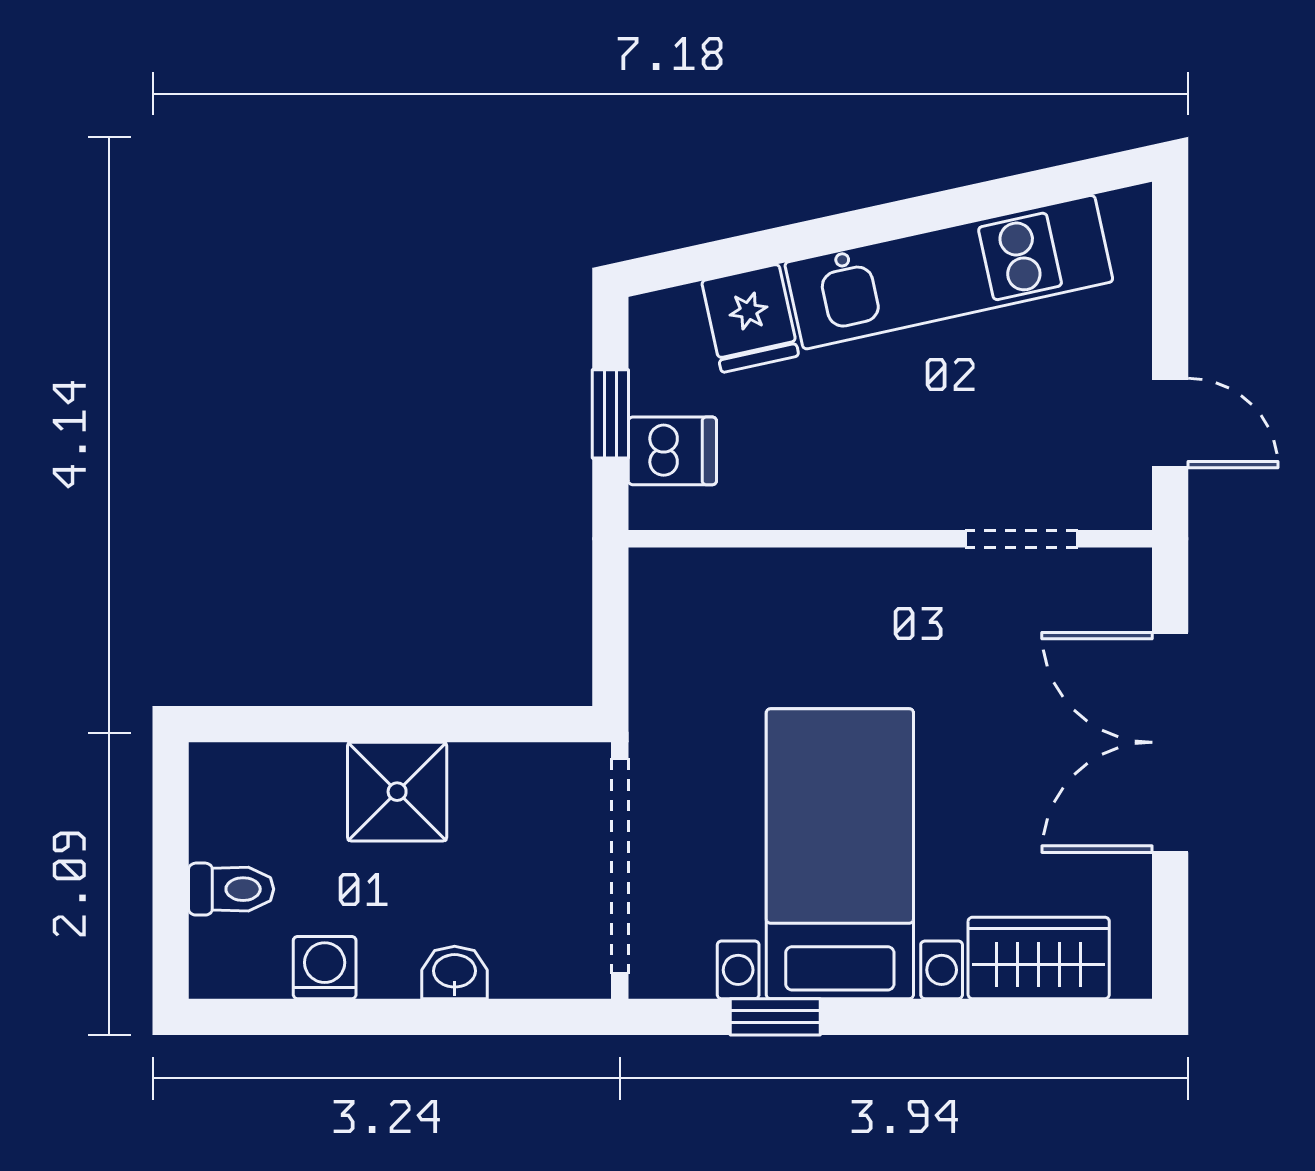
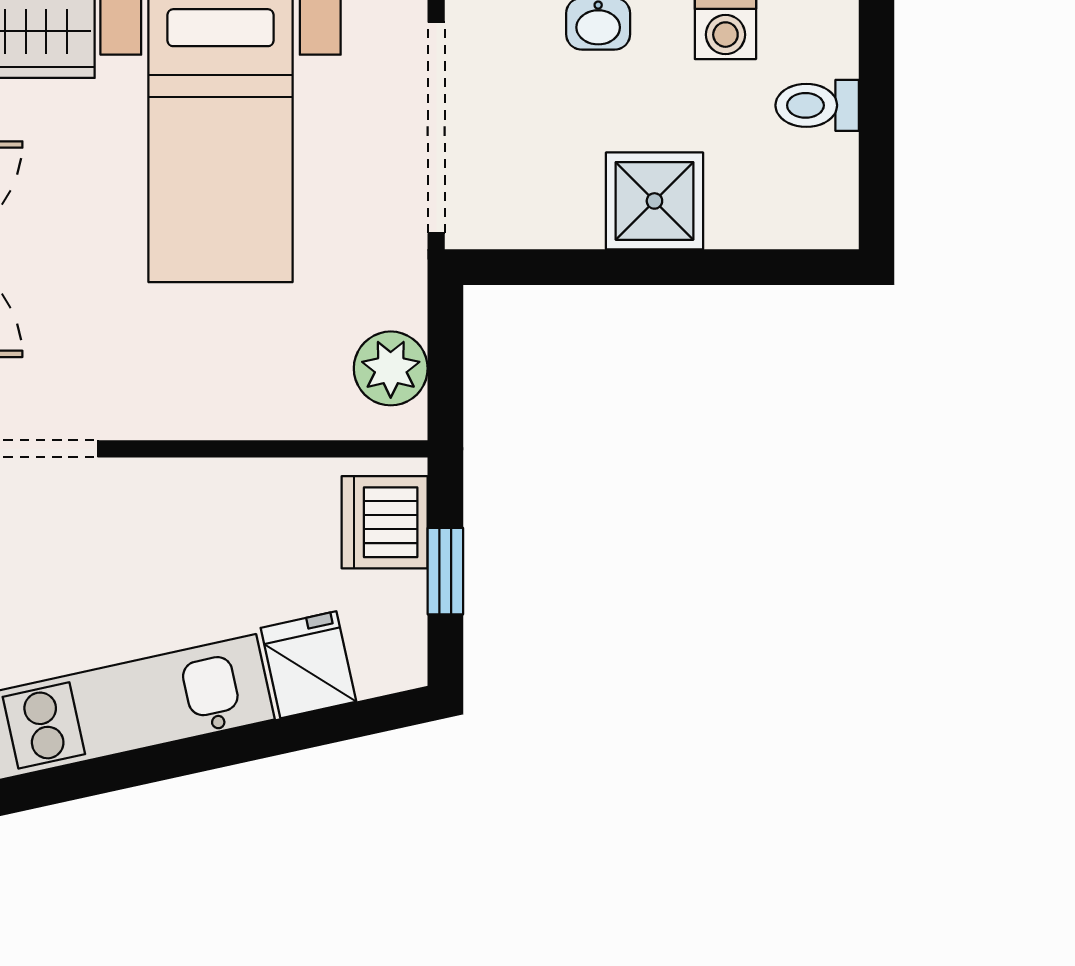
dishwasher: (672, 451) -> (385, 522), width x1.38
plant: (666, 621) -> (391, 368), added

